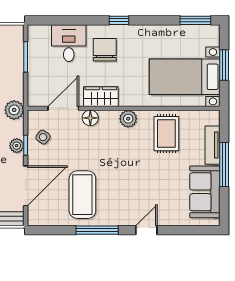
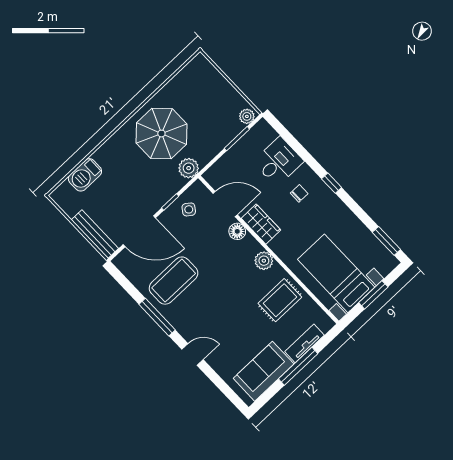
chair: (105, 50) -> (299, 193), width x0.54, depth x0.54
plant: (17, 146) -> (247, 116), moved

